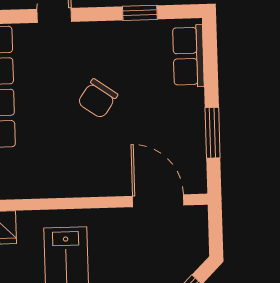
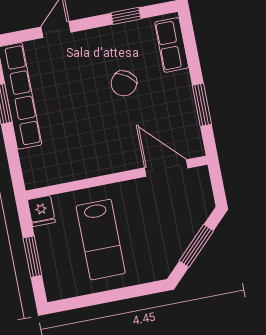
chair: (98, 99) -> (124, 83), moved

